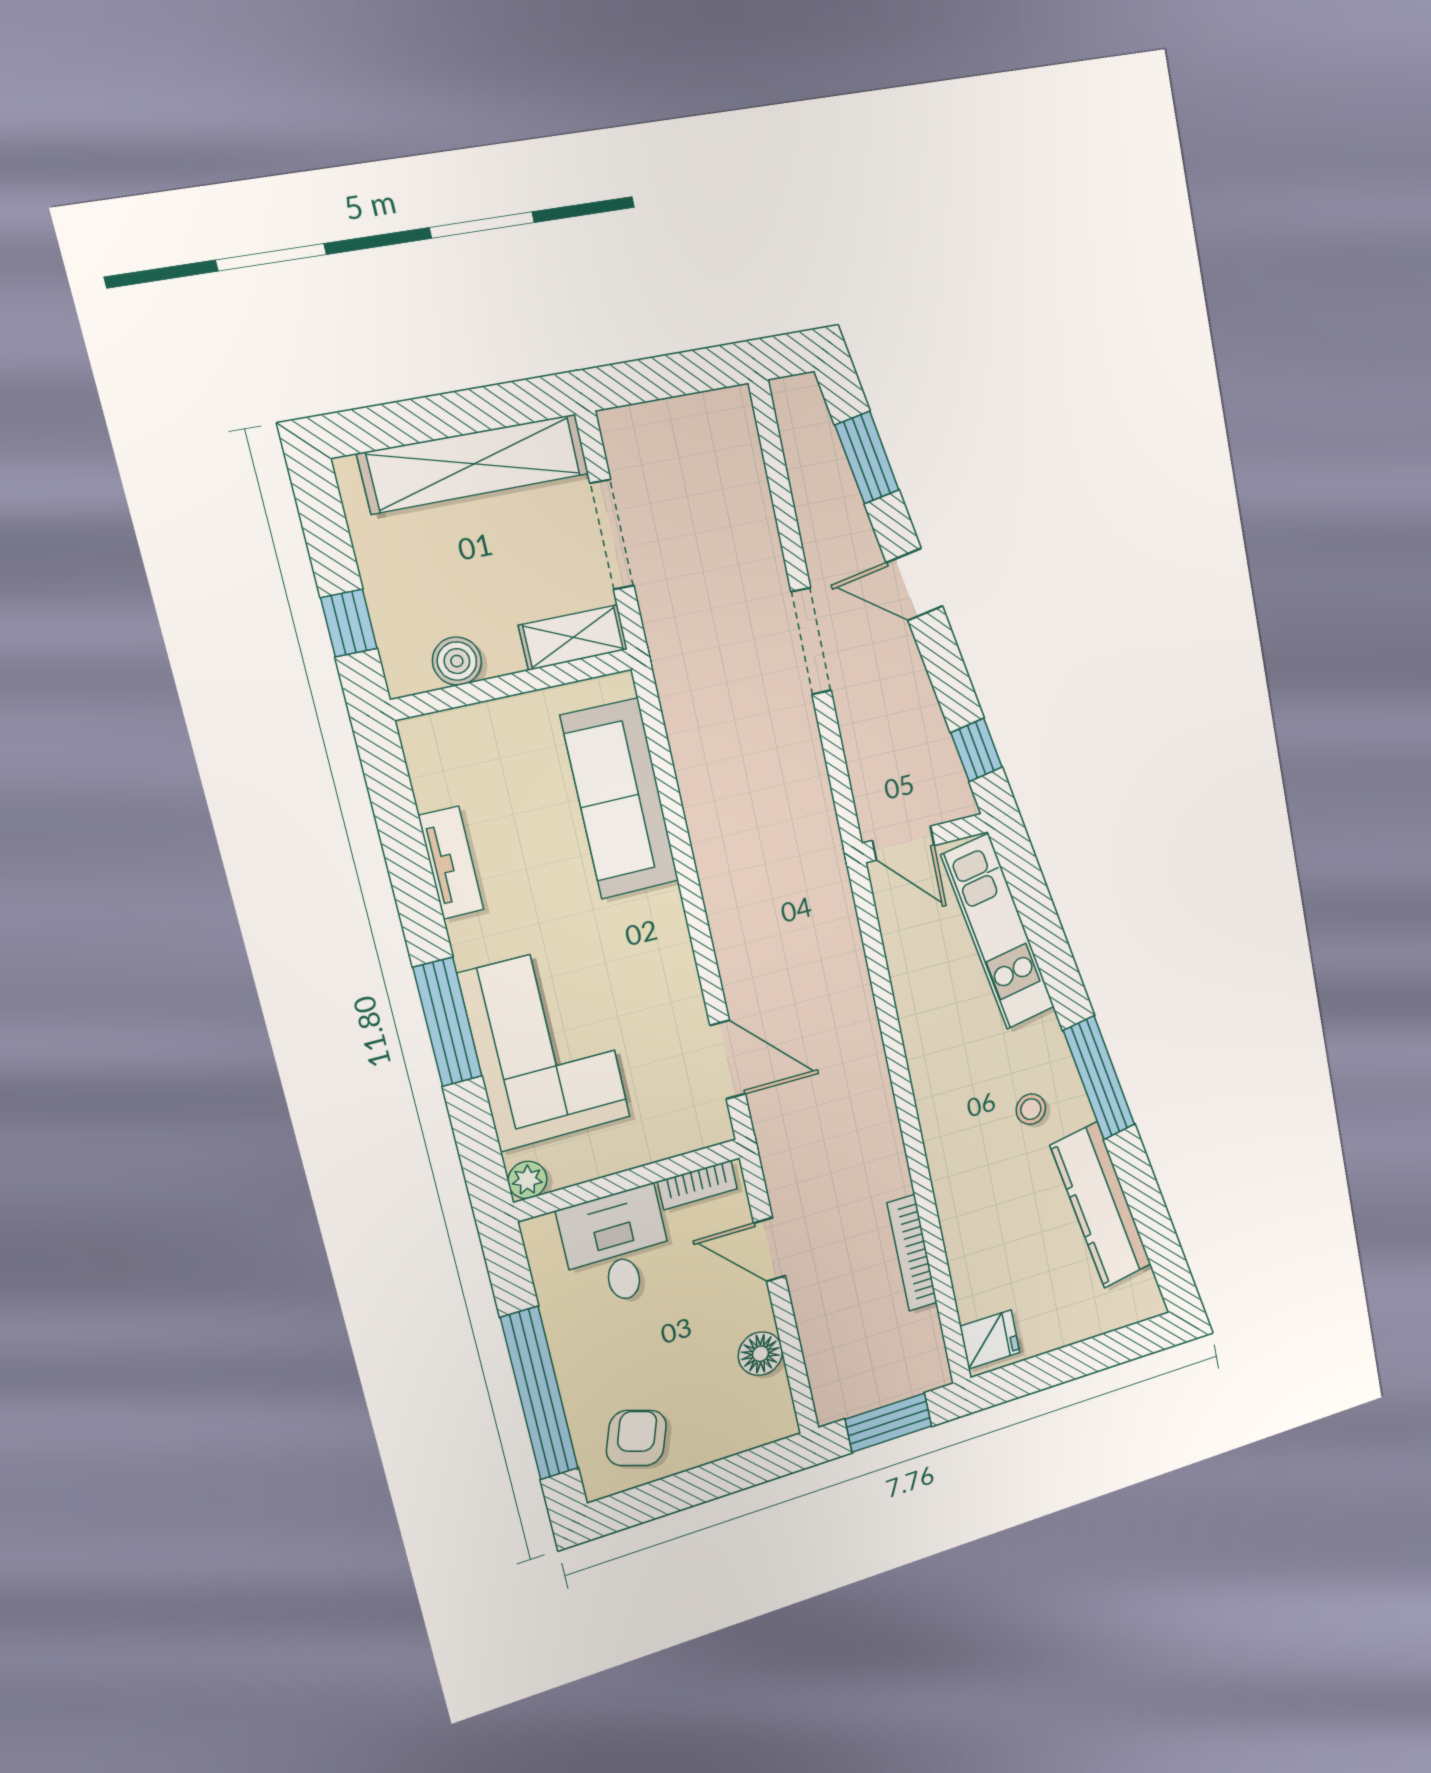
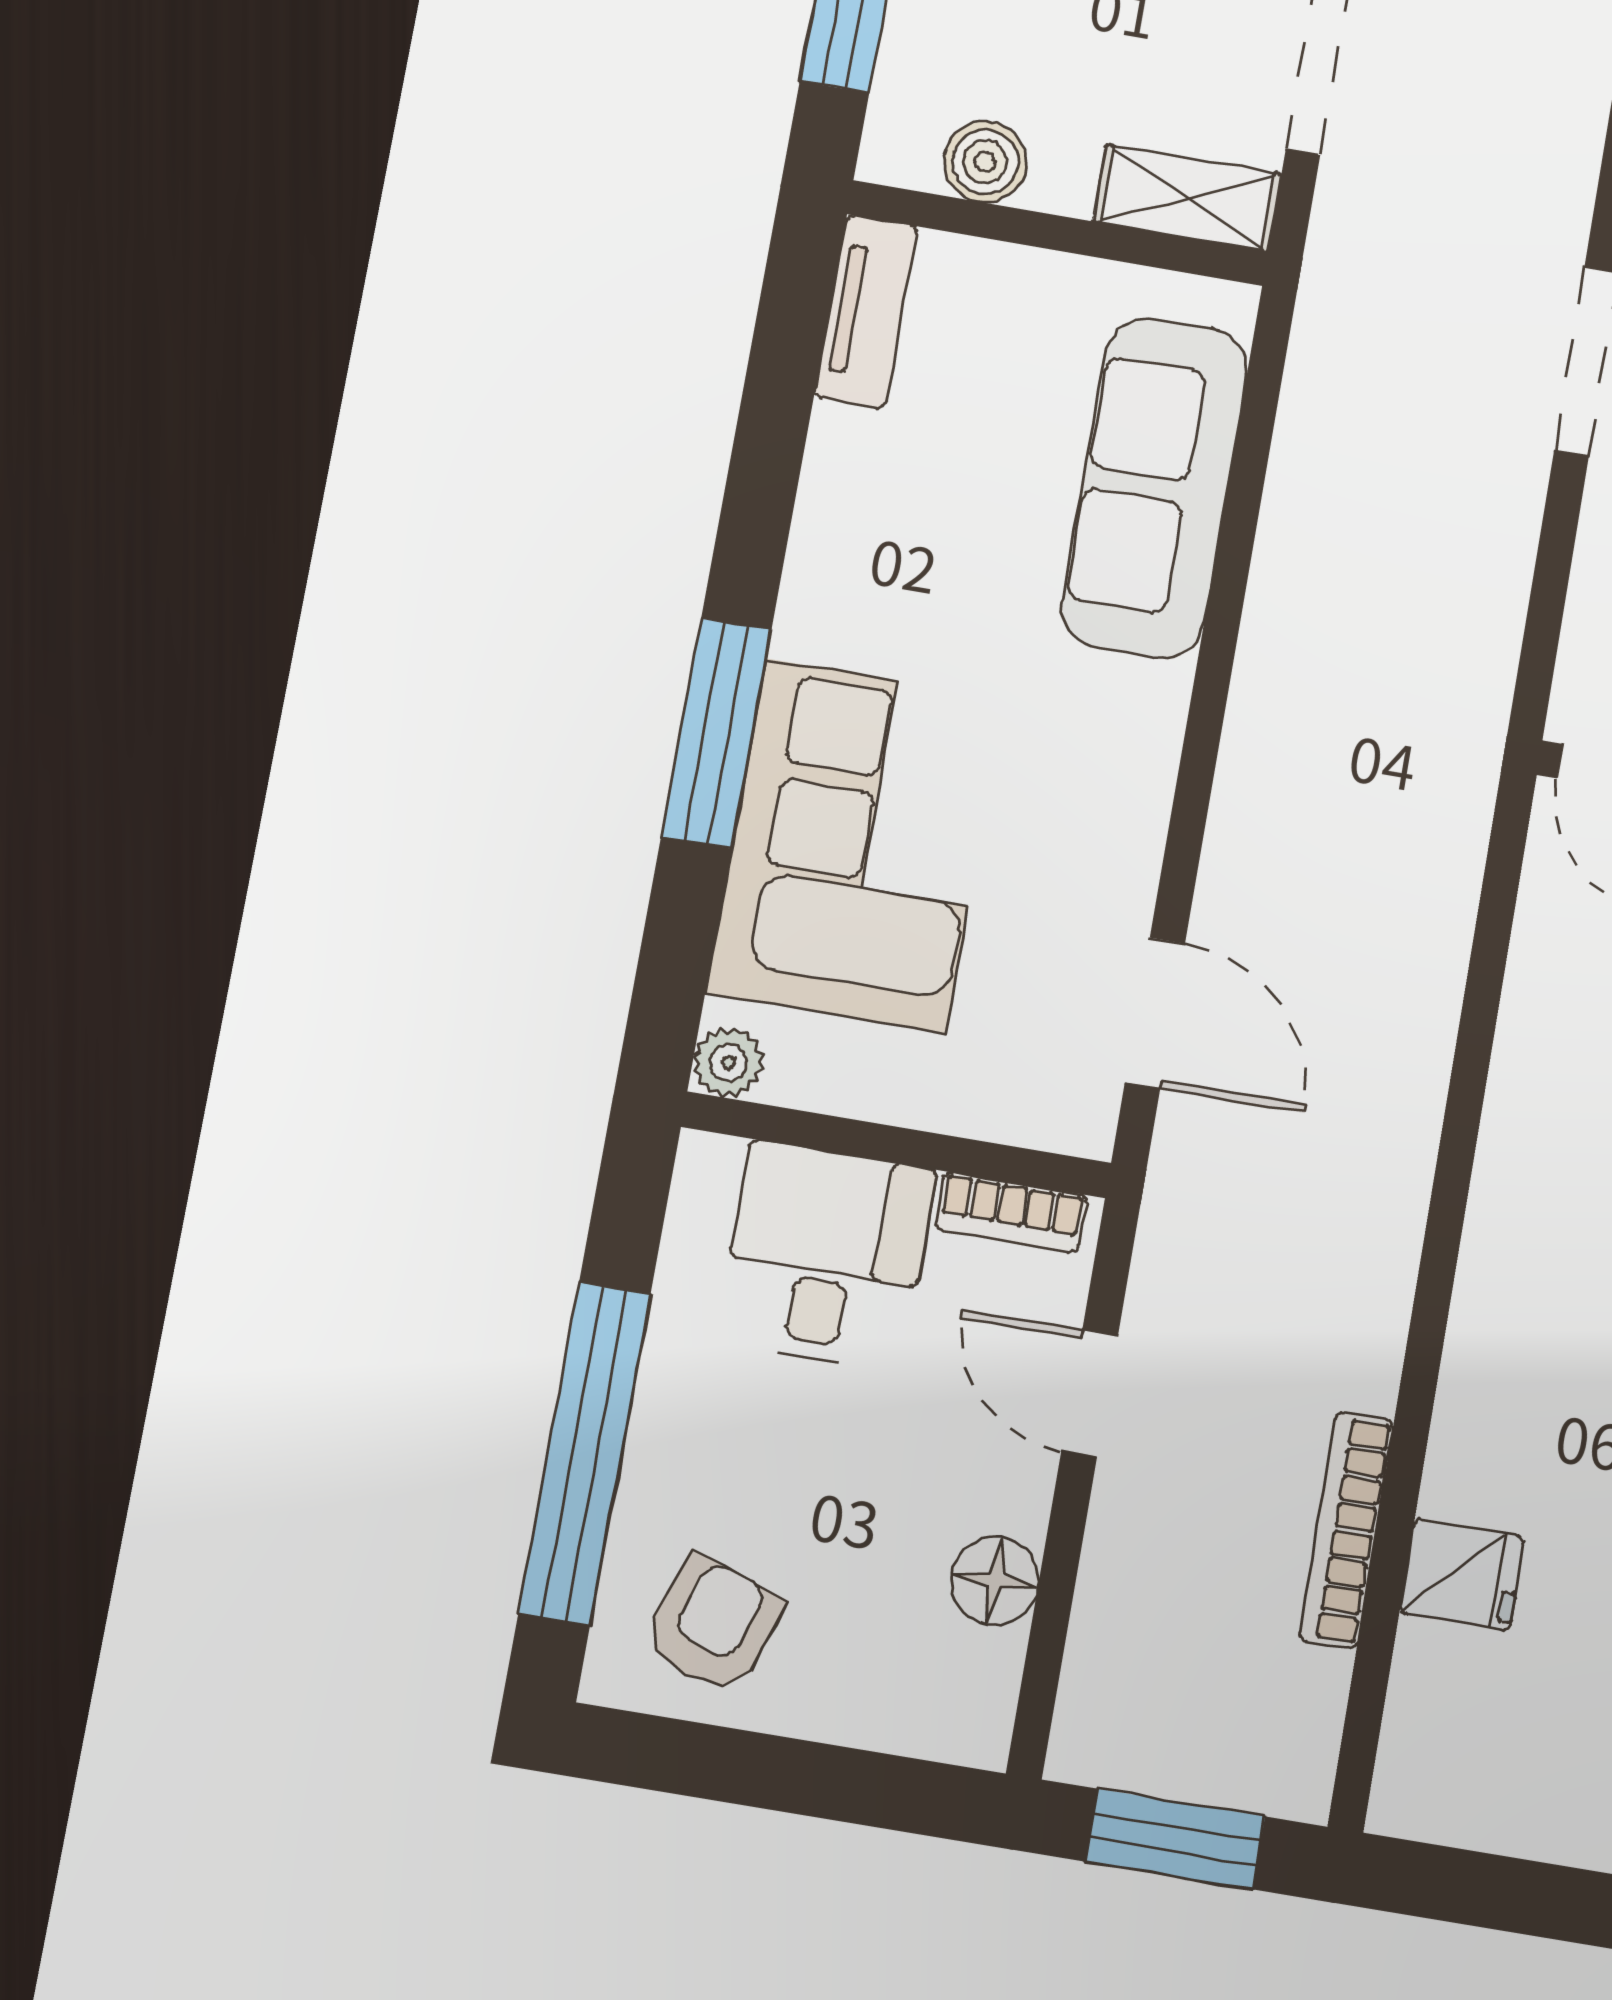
tv unit: (451, 863) -> (866, 311), moved
fridge: (990, 1339) -> (1462, 1575), moved

